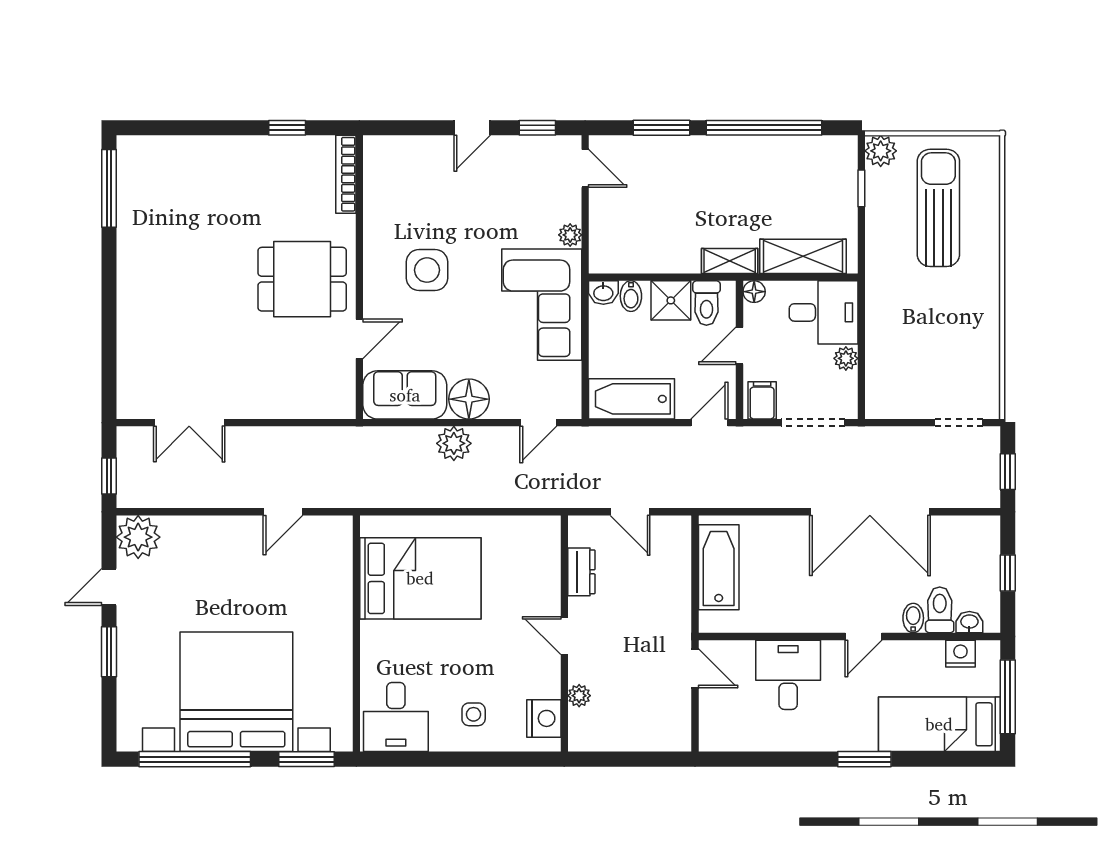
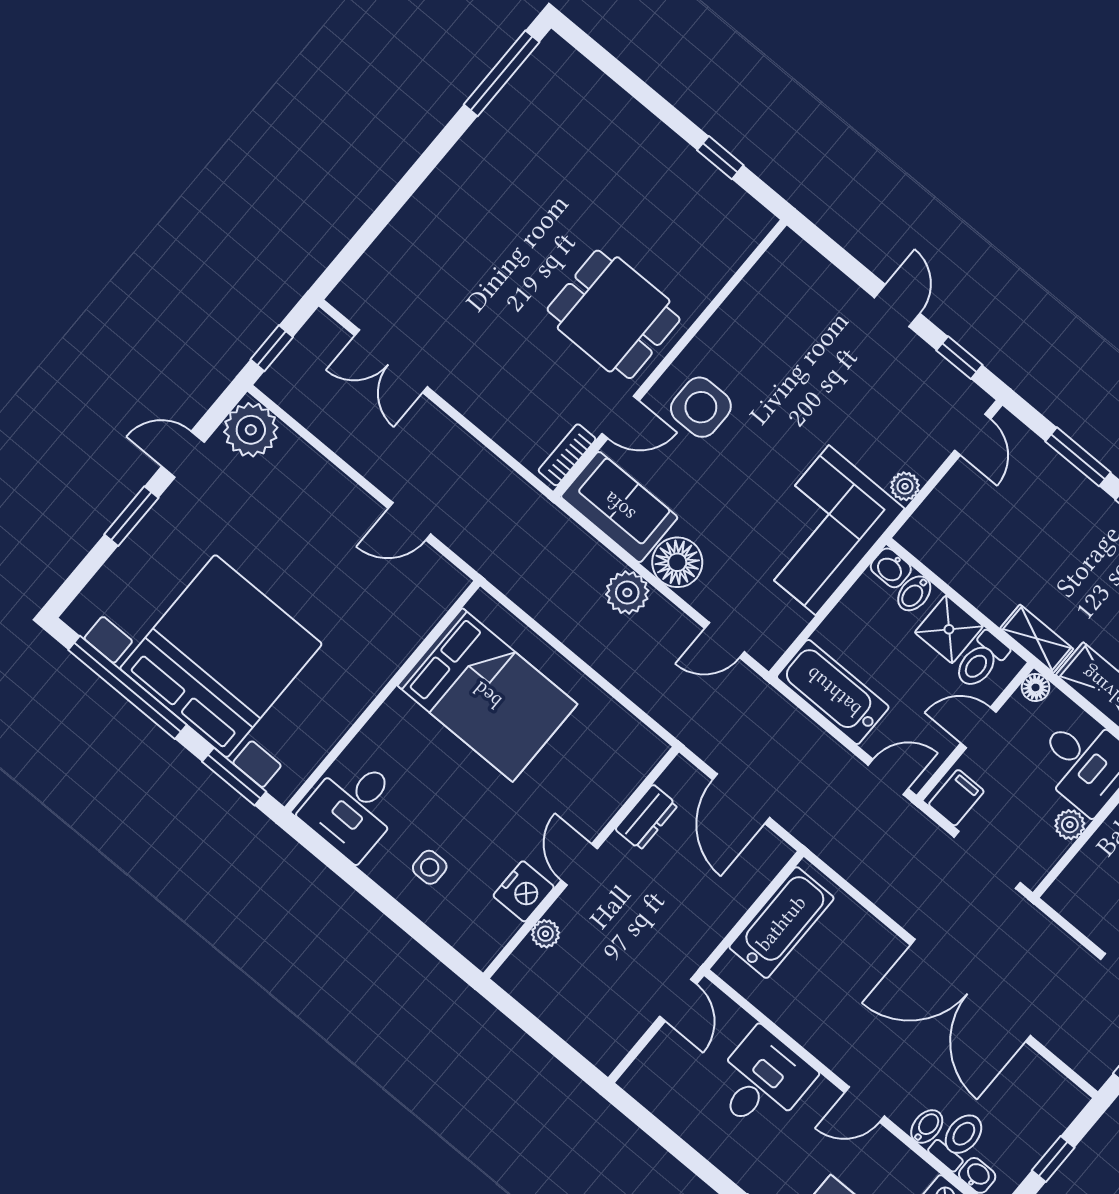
door: (472, 128) -> (897, 306), swing flipped
bookcase: (346, 174) -> (567, 455), moved, width x0.64
side table: (427, 270) -> (701, 407), moved
door: (630, 512) -> (741, 799), width x1.38
nightstand: (544, 718) -> (524, 891), moved

